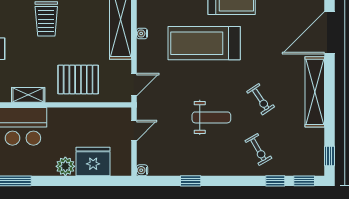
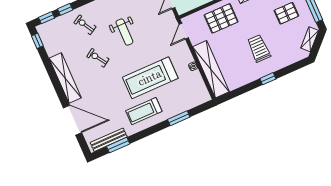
door: (329, 33) -> (73, 120), hinge flipped
treadmill: (204, 43) -> (150, 78), turned 180
weight bench: (211, 117) -> (124, 32), turned -90

